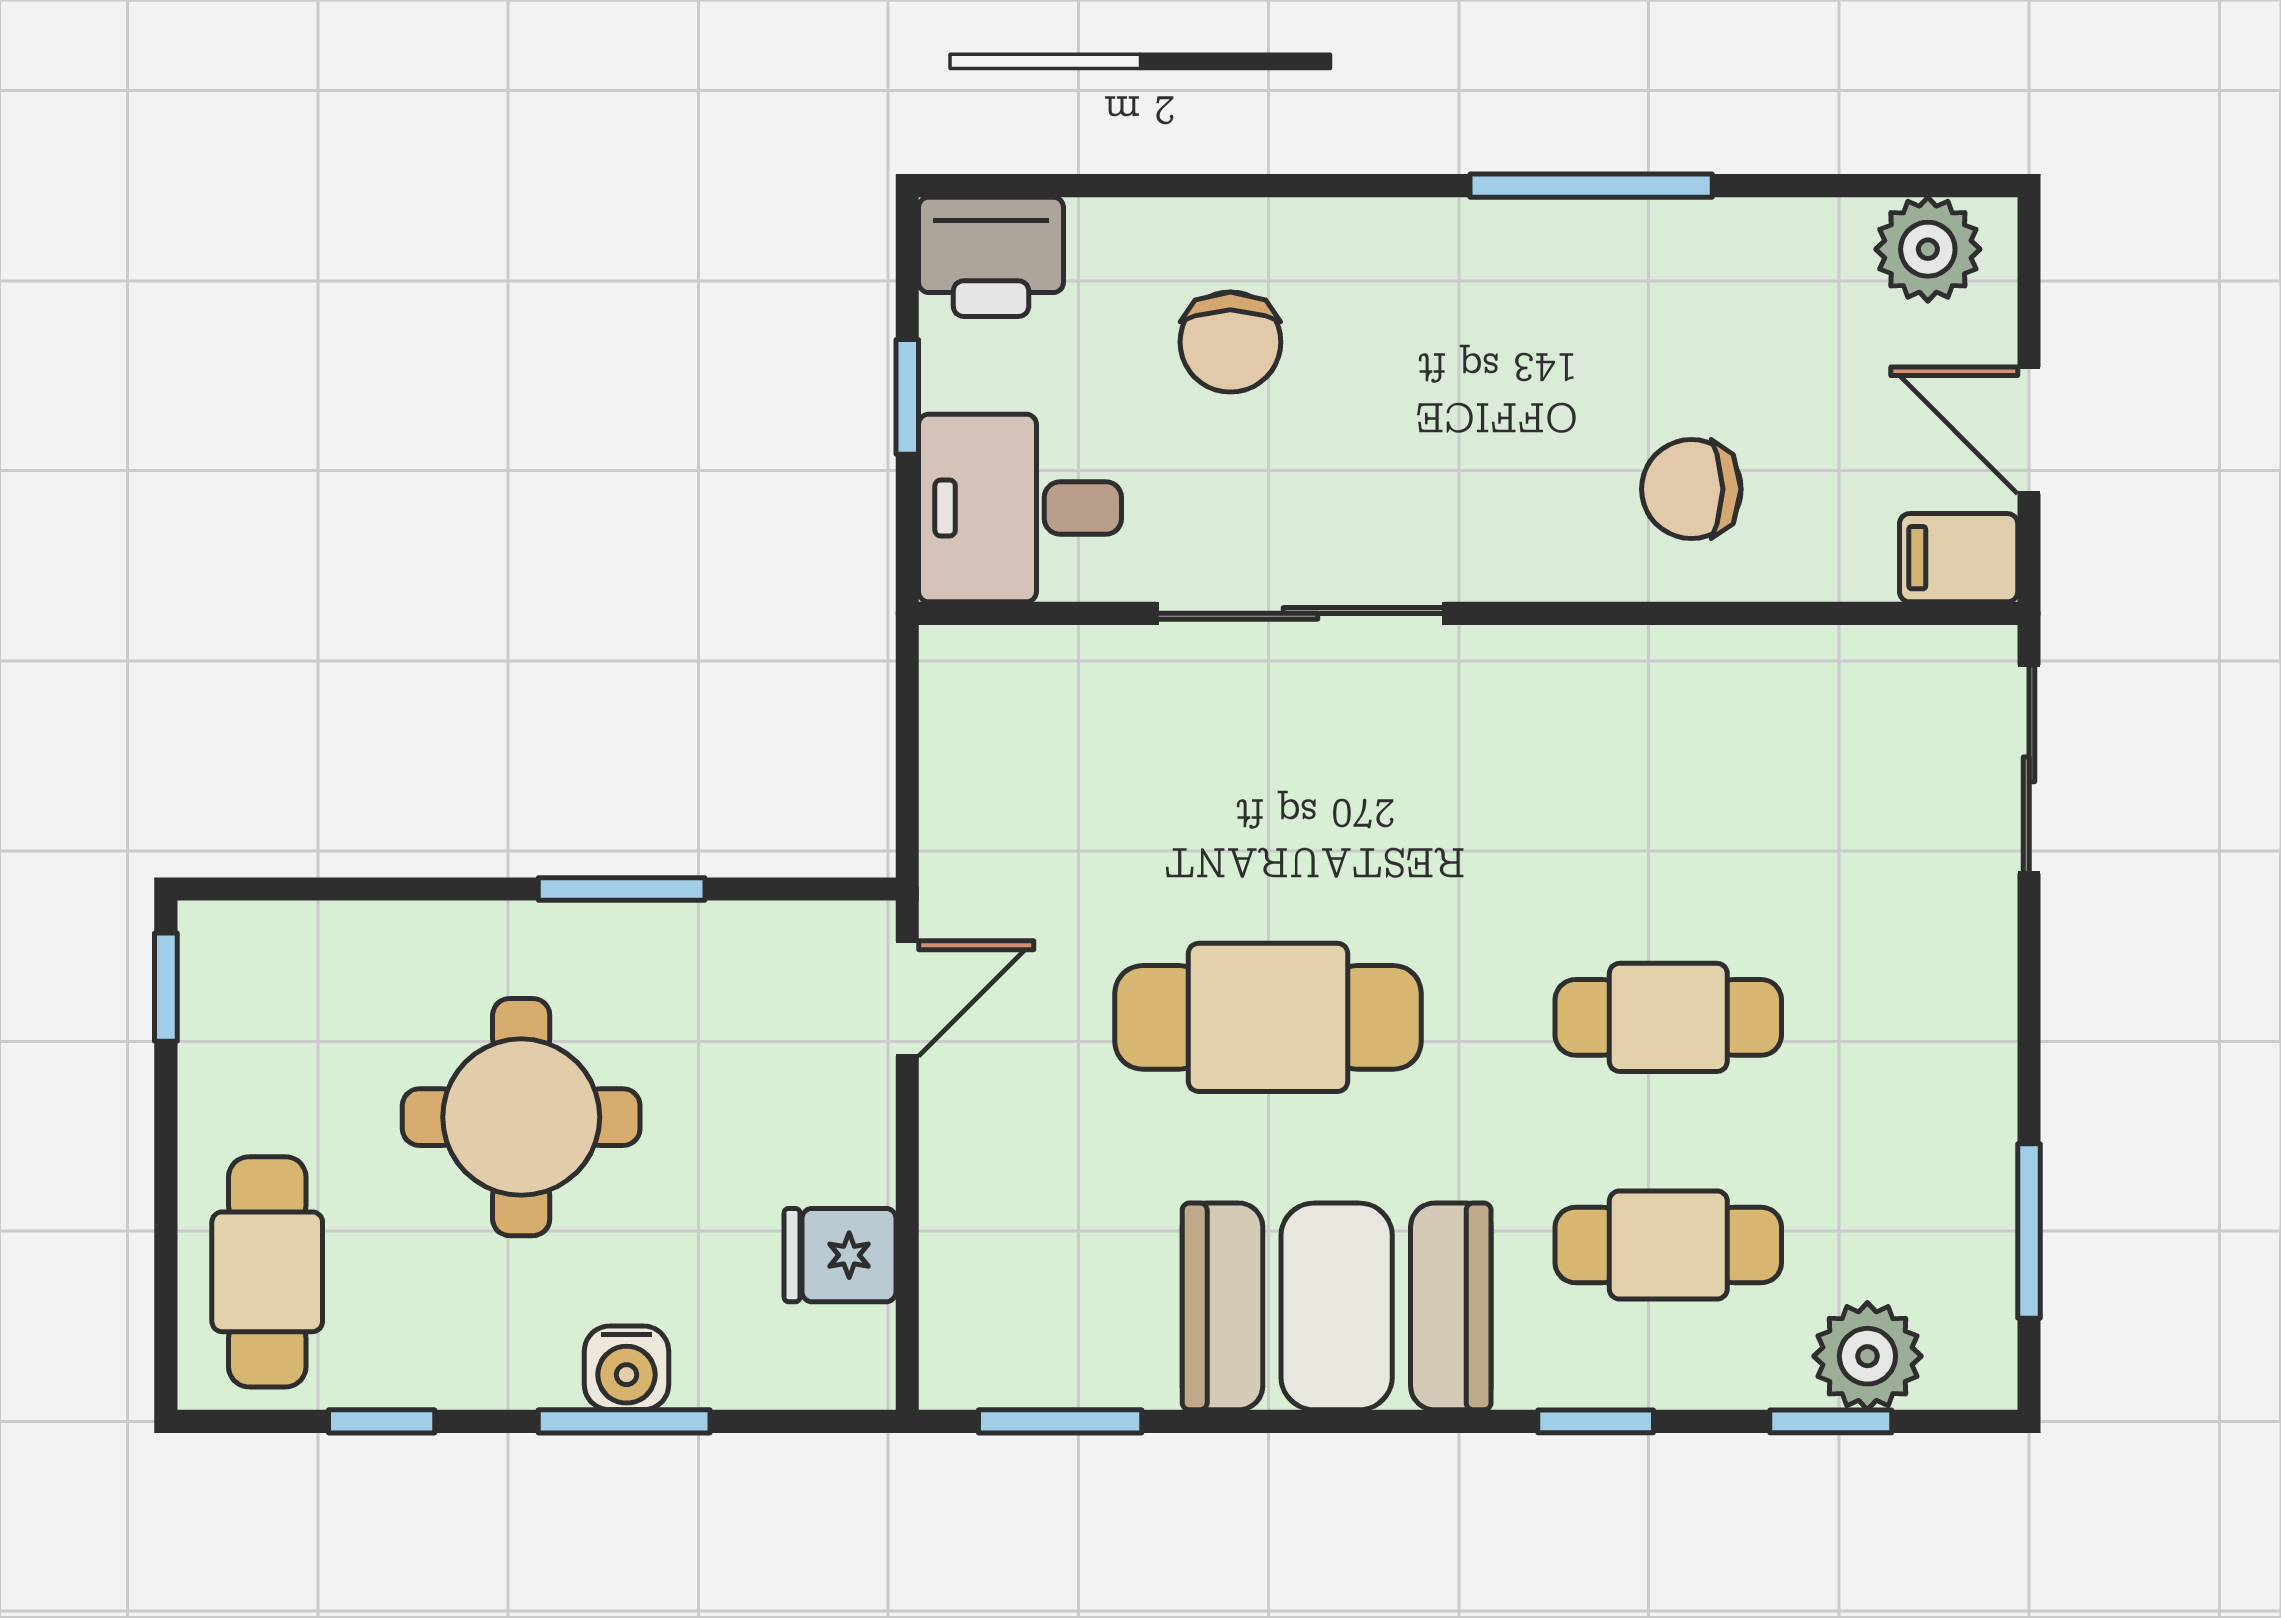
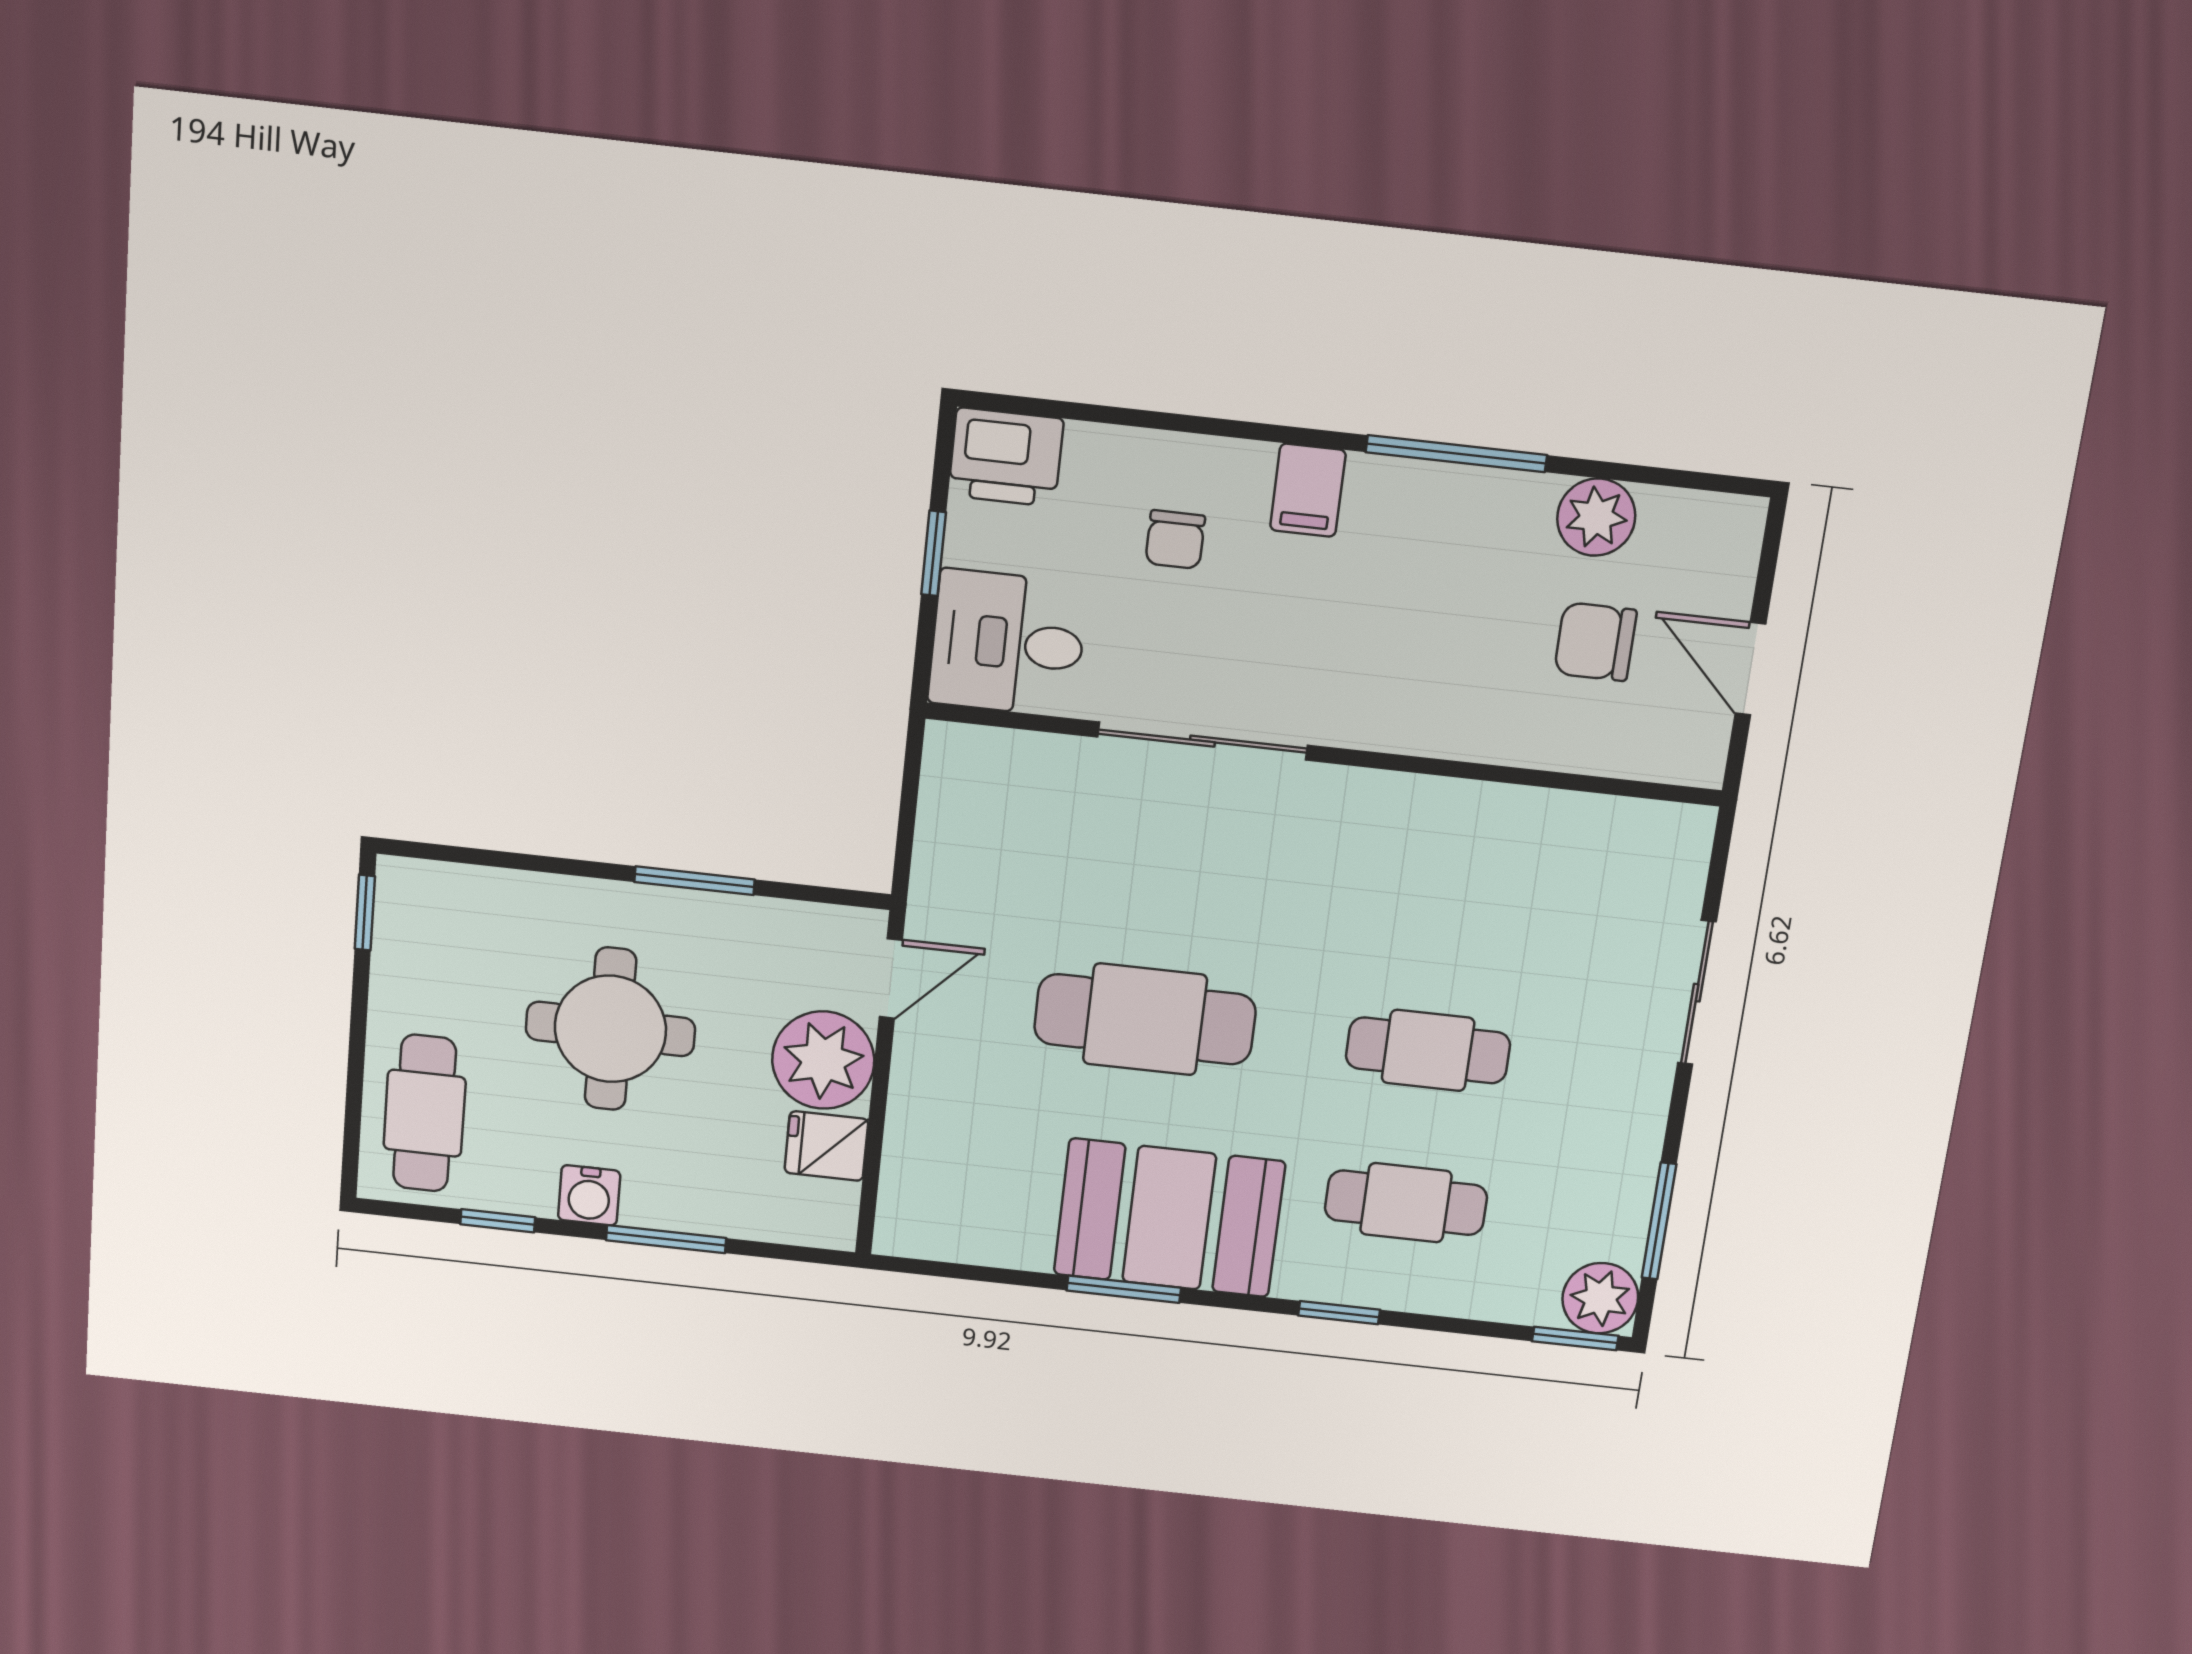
plant: (1928, 249) -> (1596, 517), moved
chair: (1230, 342) -> (1175, 540), width x0.73, depth x0.73
chair: (1691, 489) -> (1595, 642), moved
filing cabinet: (1959, 558) -> (1308, 490), moved, turned -90
sliding door: (2029, 769) -> (1697, 993), moved
plant: (824, 1129) -> (823, 1060), added
plant: (1867, 1356) -> (1600, 1298), moved
water cooler: (627, 1368) -> (589, 1195), moved
window: (1060, 1421) -> (1124, 1289), moved
window: (1831, 1421) -> (1575, 1339), moved

